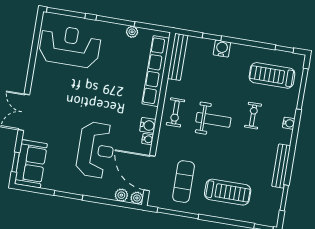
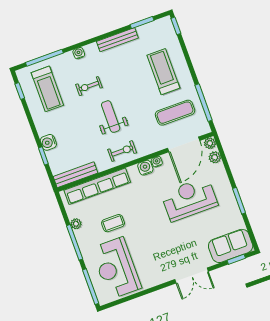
coffee table: (113, 66) -> (113, 223), added

